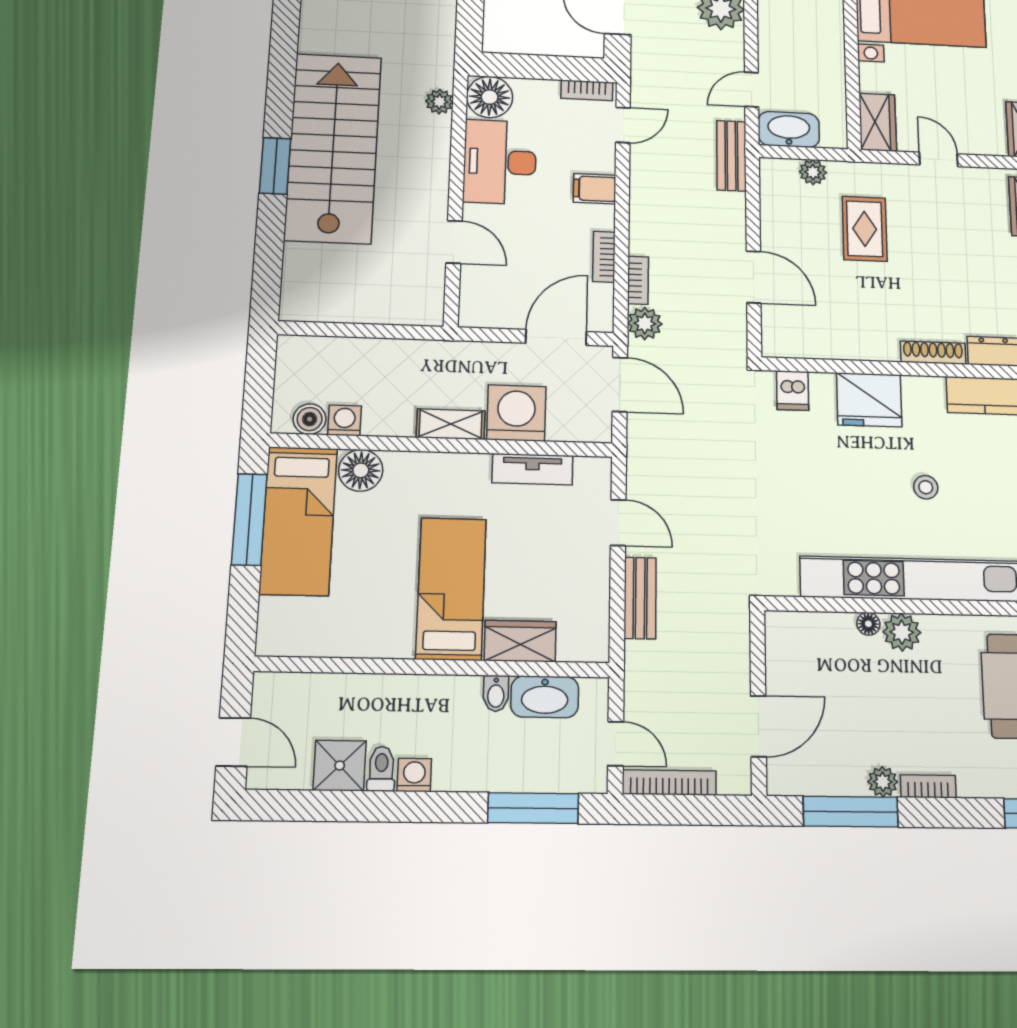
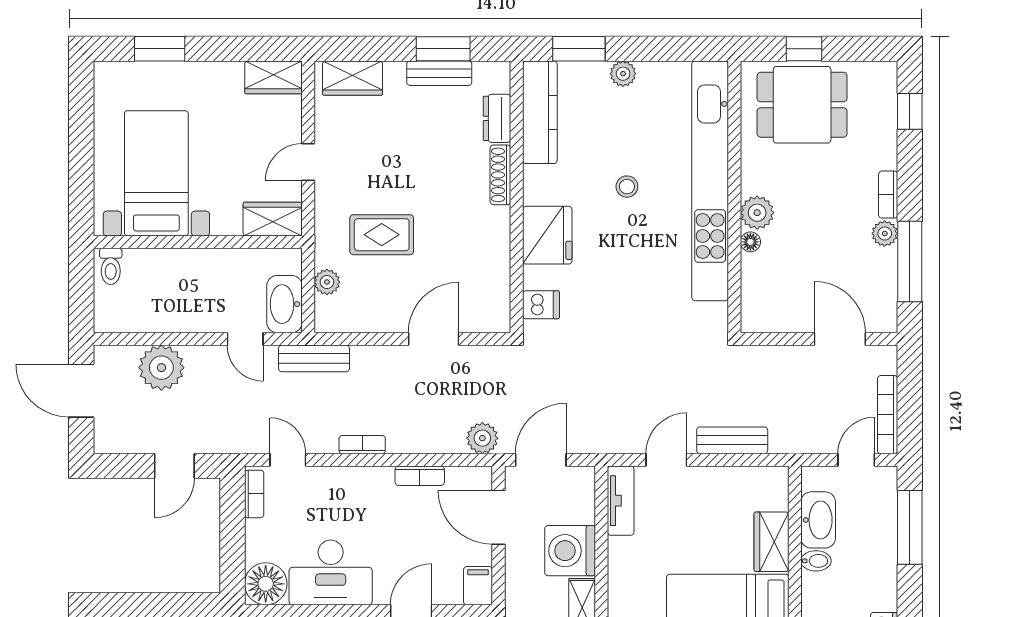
filing cabinet: (595, 189) -> (478, 586), moved, turned 180
bookcase: (638, 280) -> (362, 445), moved
tv unit: (532, 469) -> (621, 501), moved

